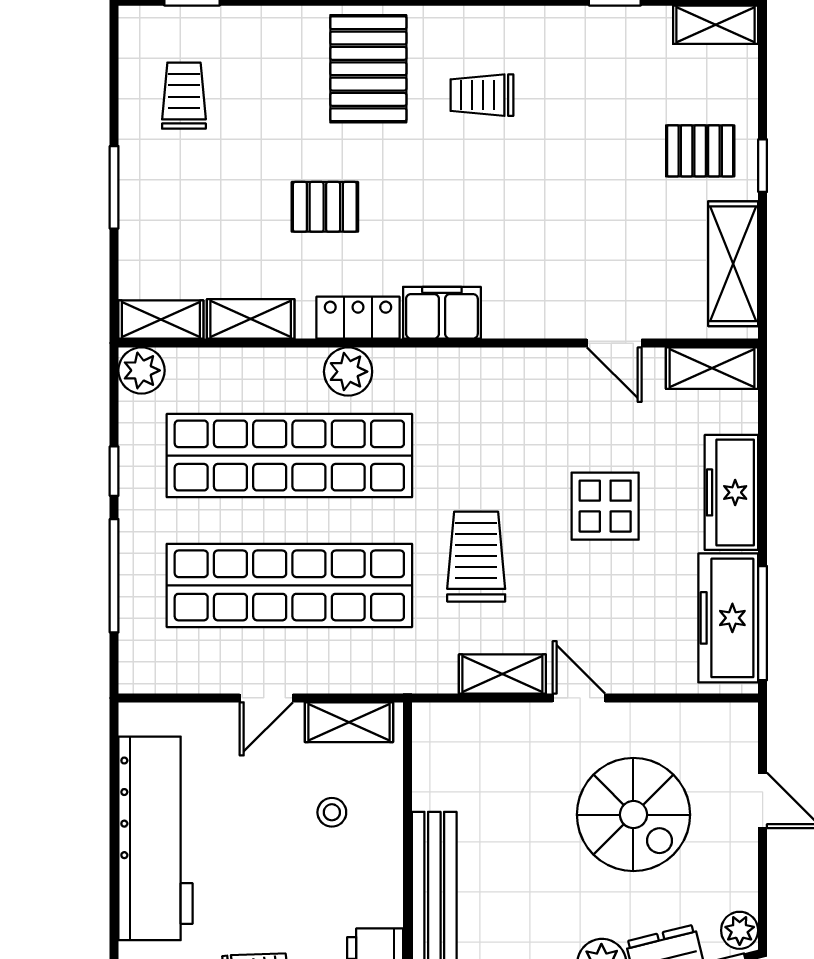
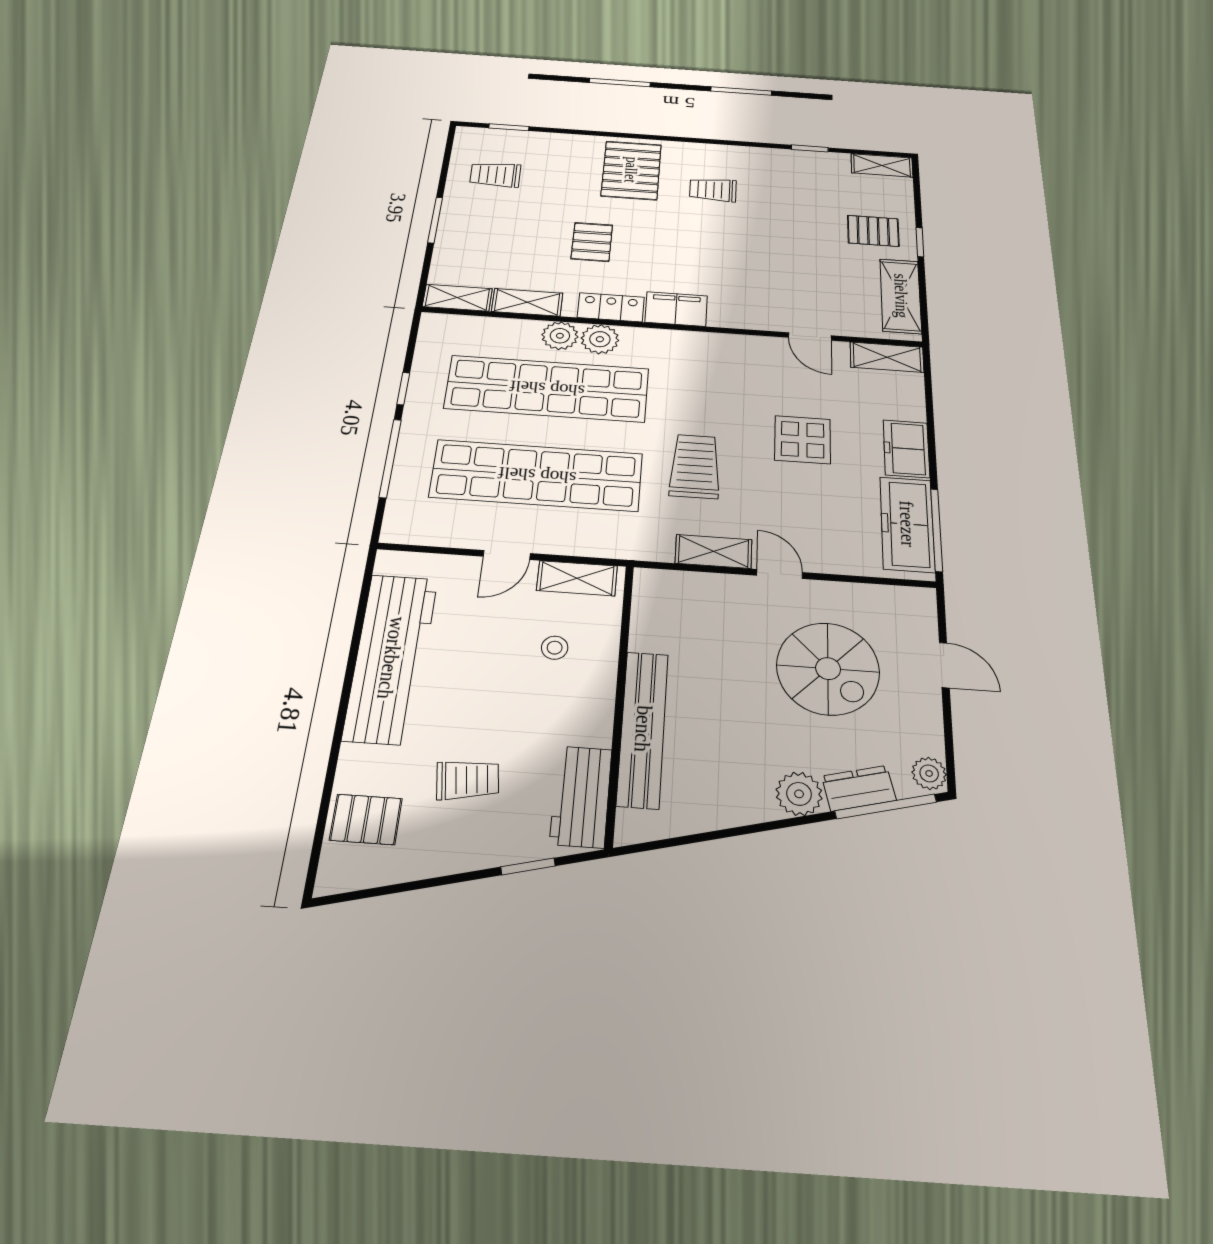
trolley: (184, 96) -> (495, 175), turned -91
pallet: (325, 207) -> (592, 242), turned 90
plant: (141, 370) -> (560, 336), moved
freezer: (731, 492) -> (906, 449), width x0.71

